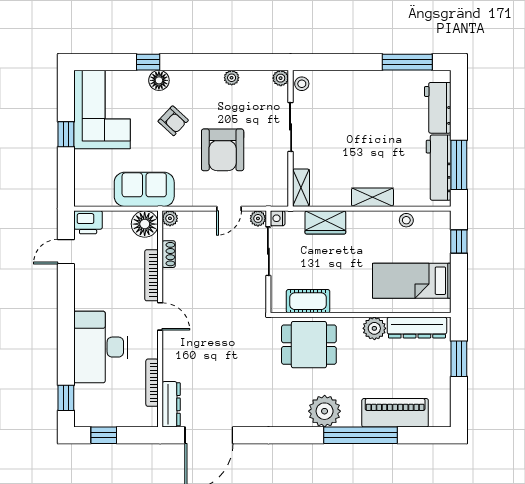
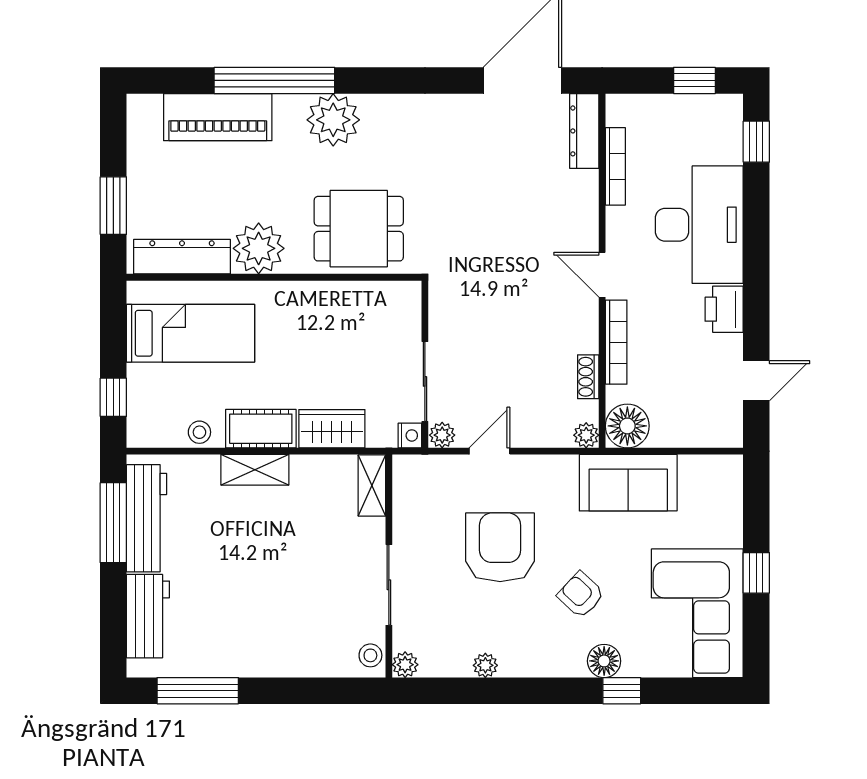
printer: (88, 222) -> (724, 309), moved, turned -90
cot: (308, 301) -> (261, 429), moved
plant: (374, 328) -> (259, 248), width x1.36, depth x1.36

